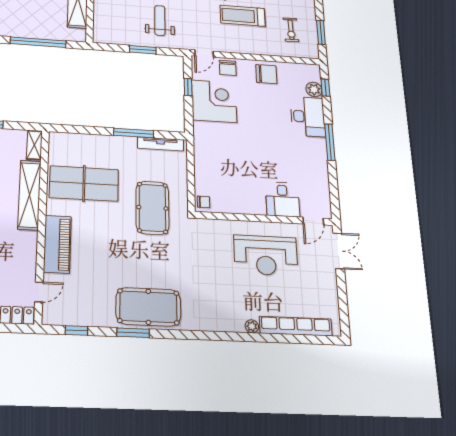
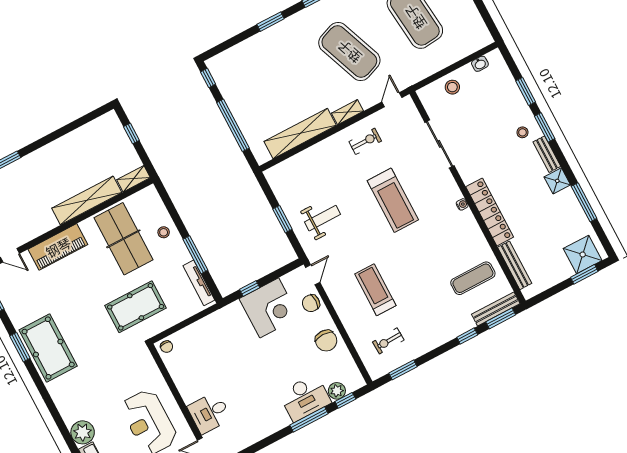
door: (204, 54) -> (313, 275), swing flipped
window: (188, 87) -> (250, 288), moved
window: (330, 142) -> (309, 419), moved
stool: (98, 147) -> (164, 232), added
plant: (252, 326) -> (83, 432), width x1.88, depth x1.88

